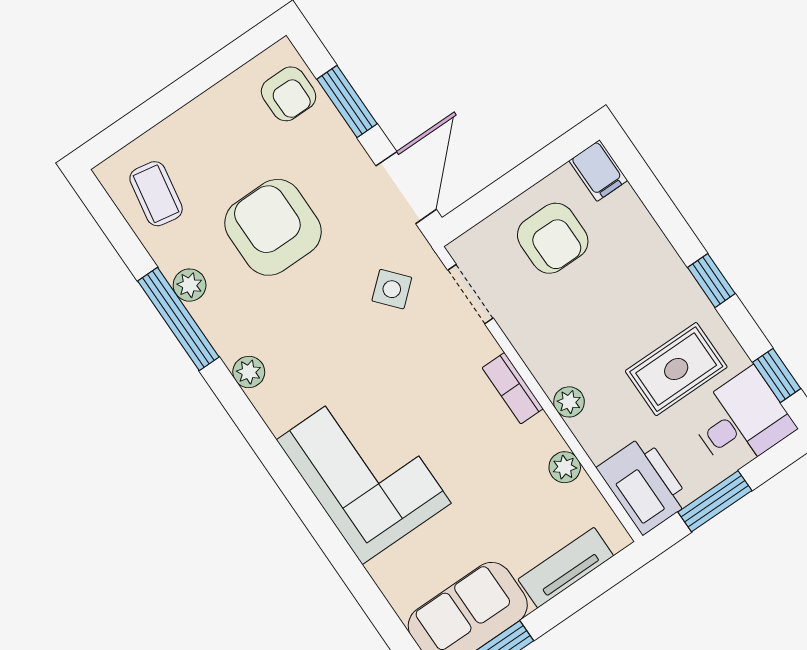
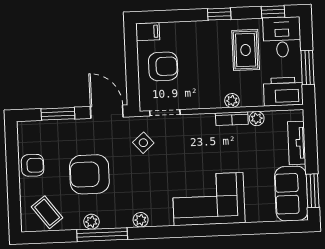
armchair: (289, 94) -> (33, 165), moved
coffee table: (156, 194) -> (47, 212), turned 43
bookcase: (513, 388) -> (232, 119), moved

